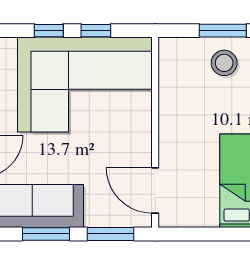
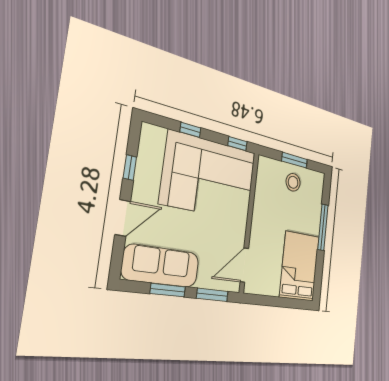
window: (96, 31) -> (237, 144), moved
door: (155, 190) -> (244, 265), hinge flipped

